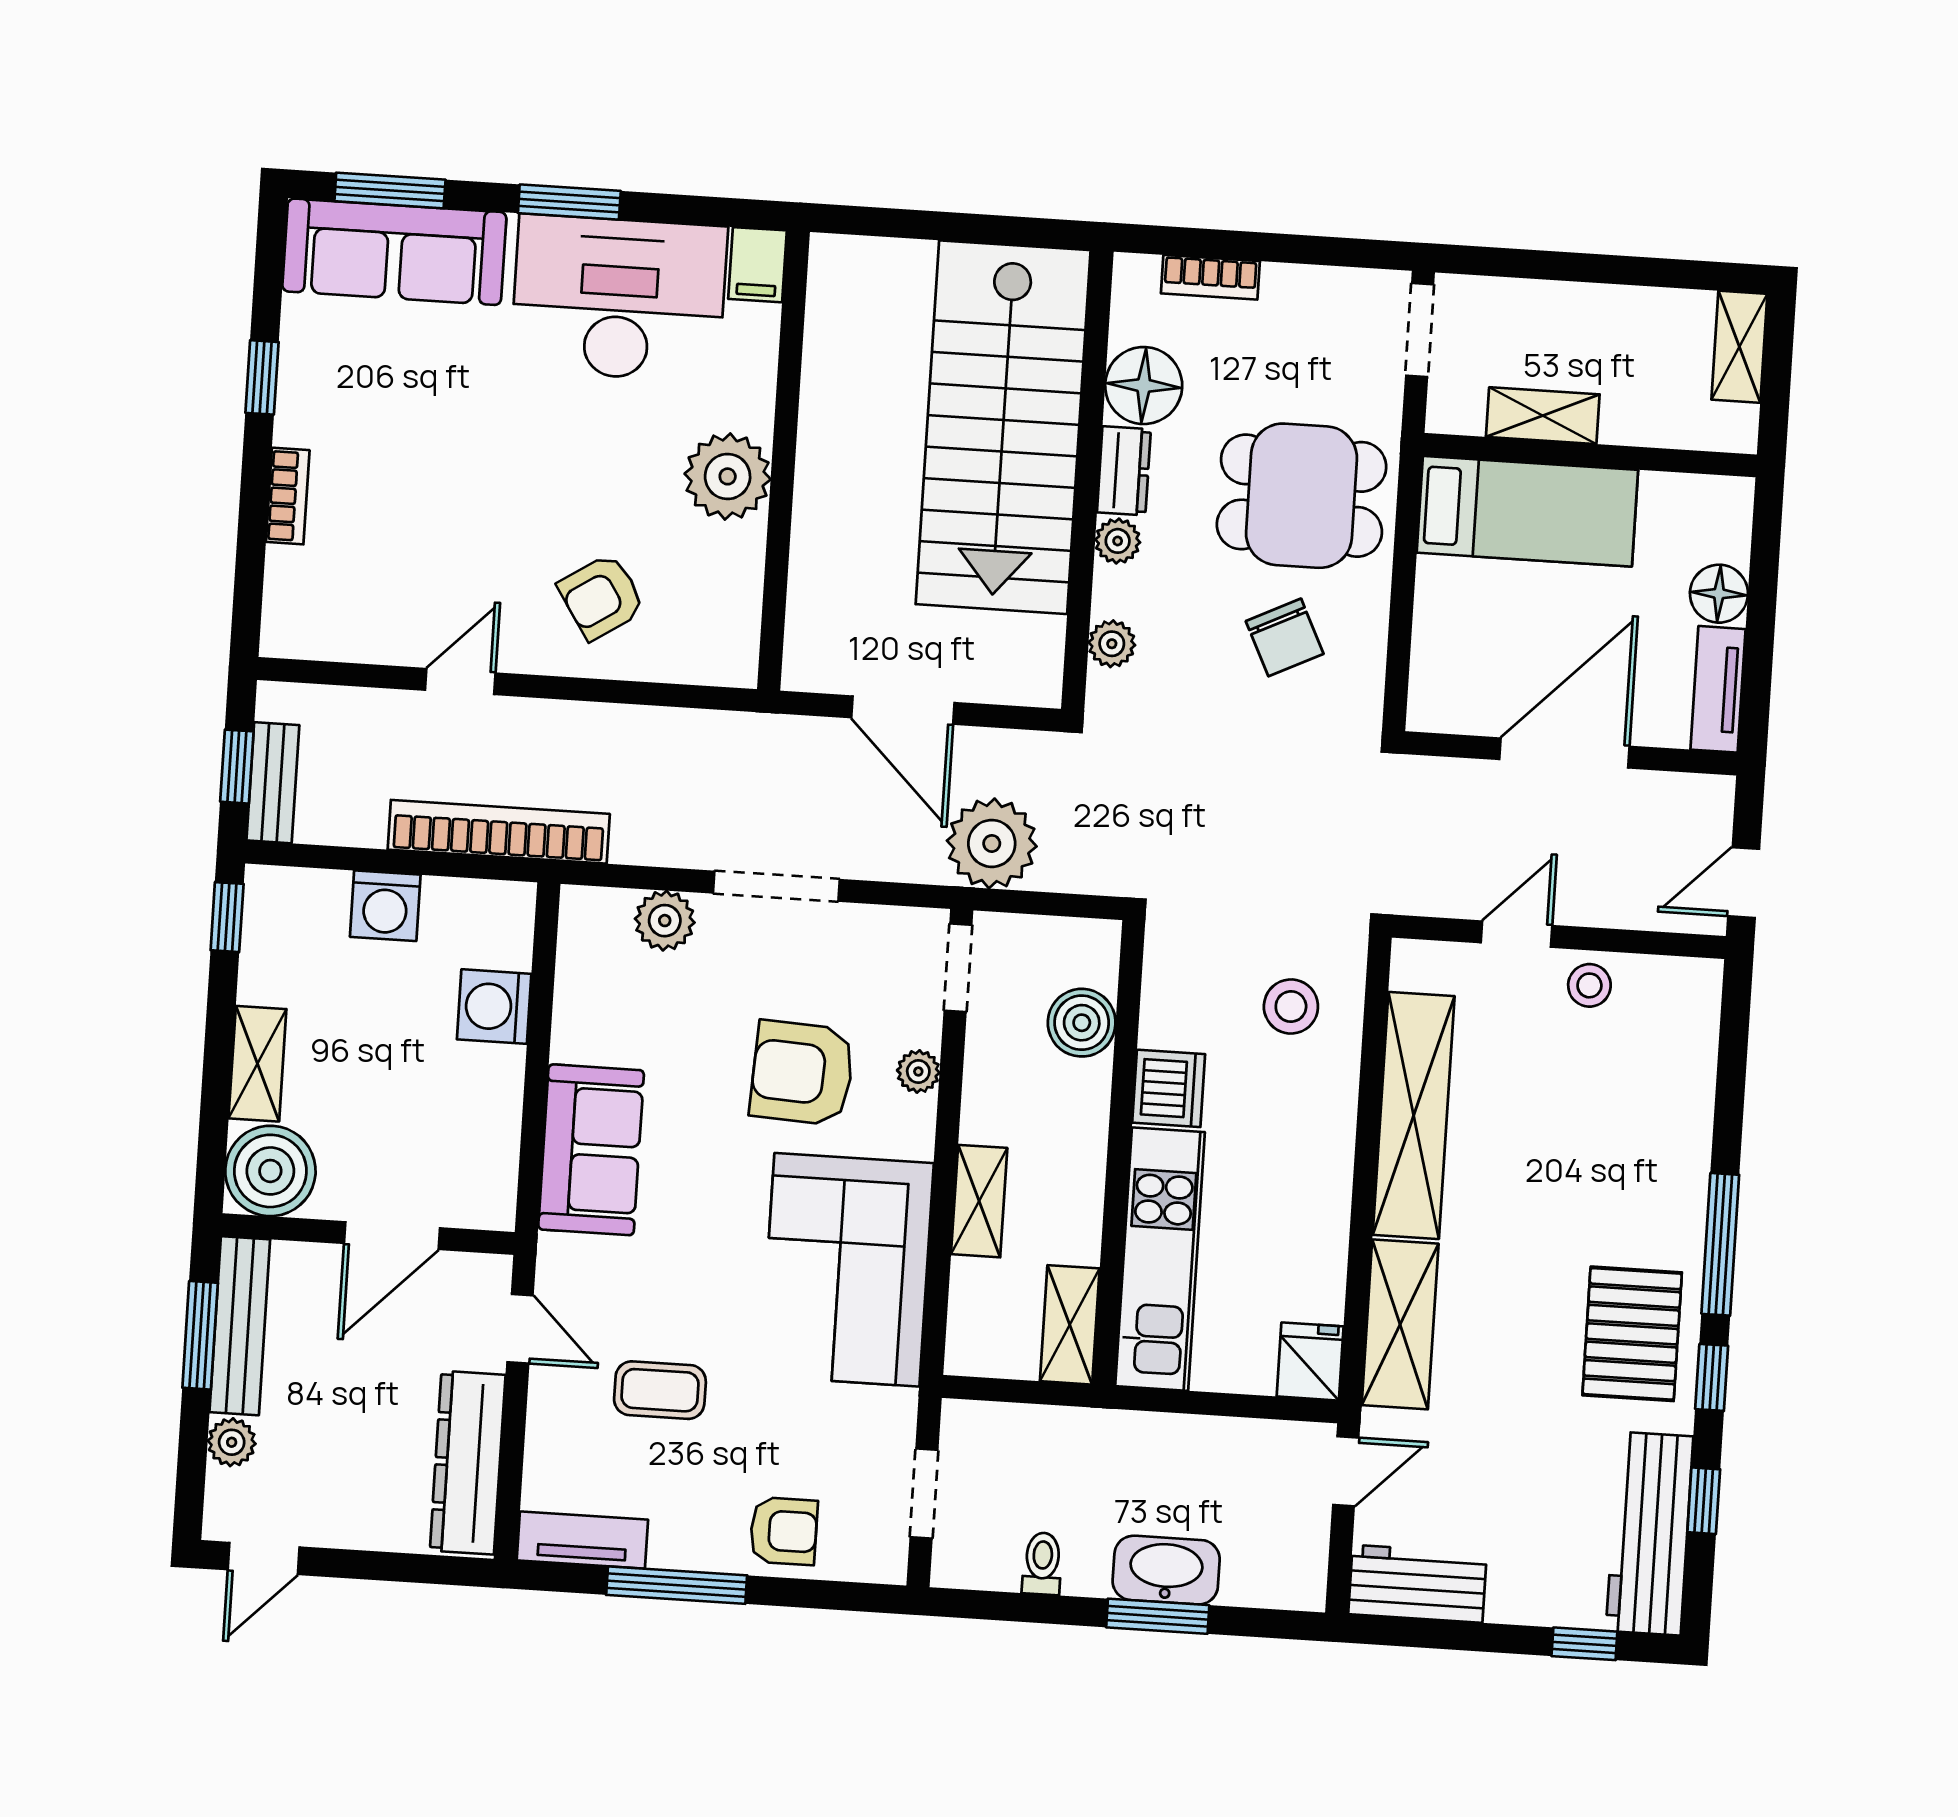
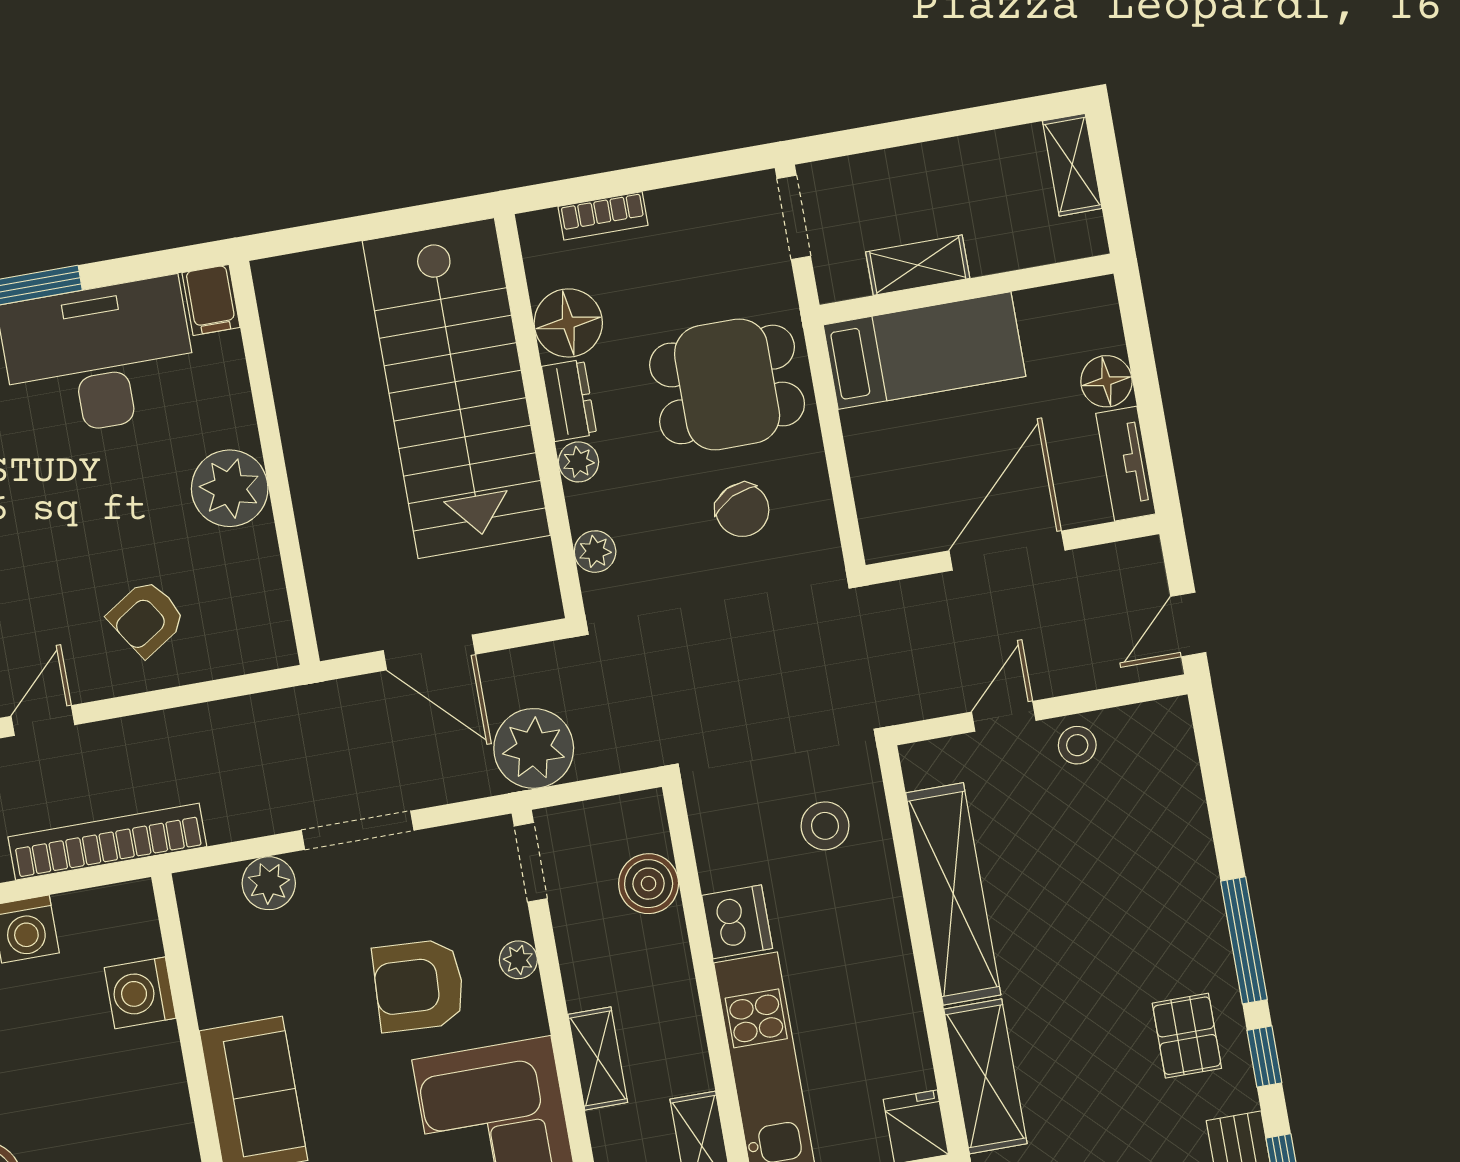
pallet: (1632, 1334) -> (1187, 1036), width x0.67, depth x0.71

